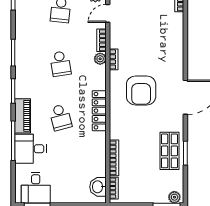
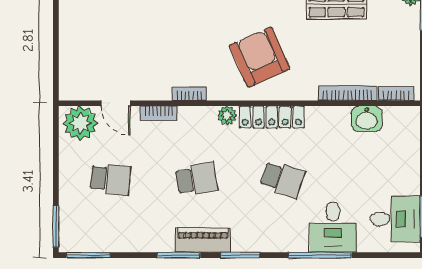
plant: (100, 59) -> (227, 115), moved
armchair: (141, 90) -> (260, 57), moved, turned -114
piano: (23, 116) -> (203, 240), moved
school desk: (60, 117) -> (282, 179), turned 33
washbasin: (98, 187) -> (367, 119), moved

